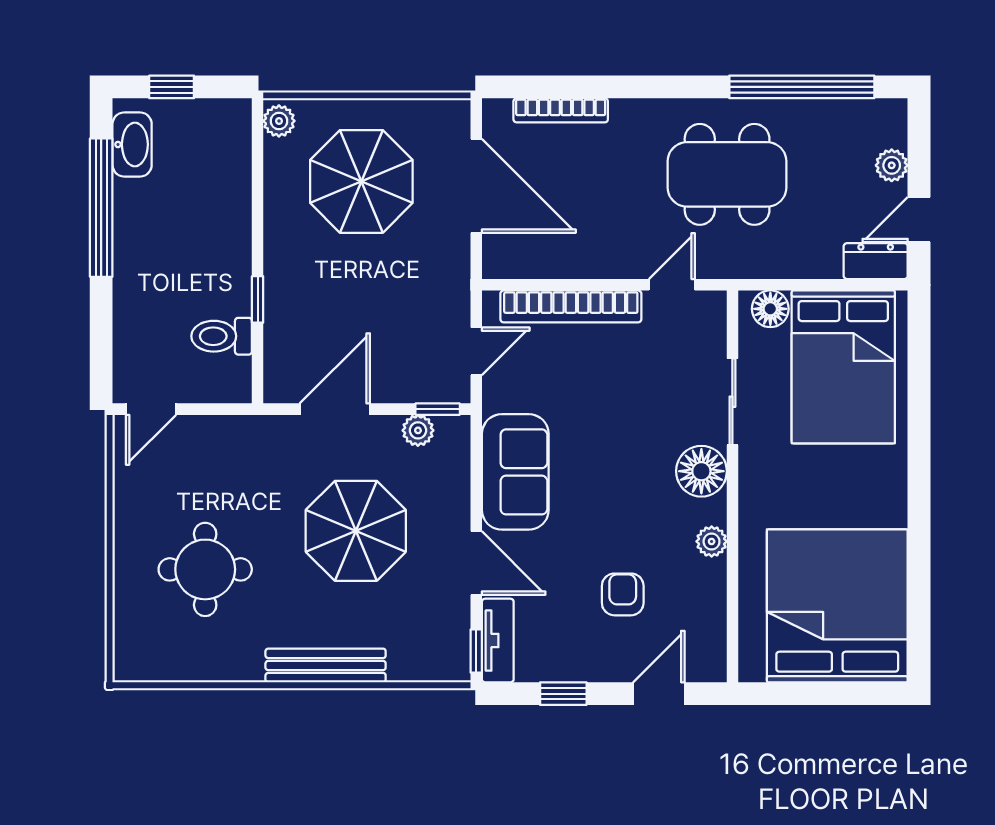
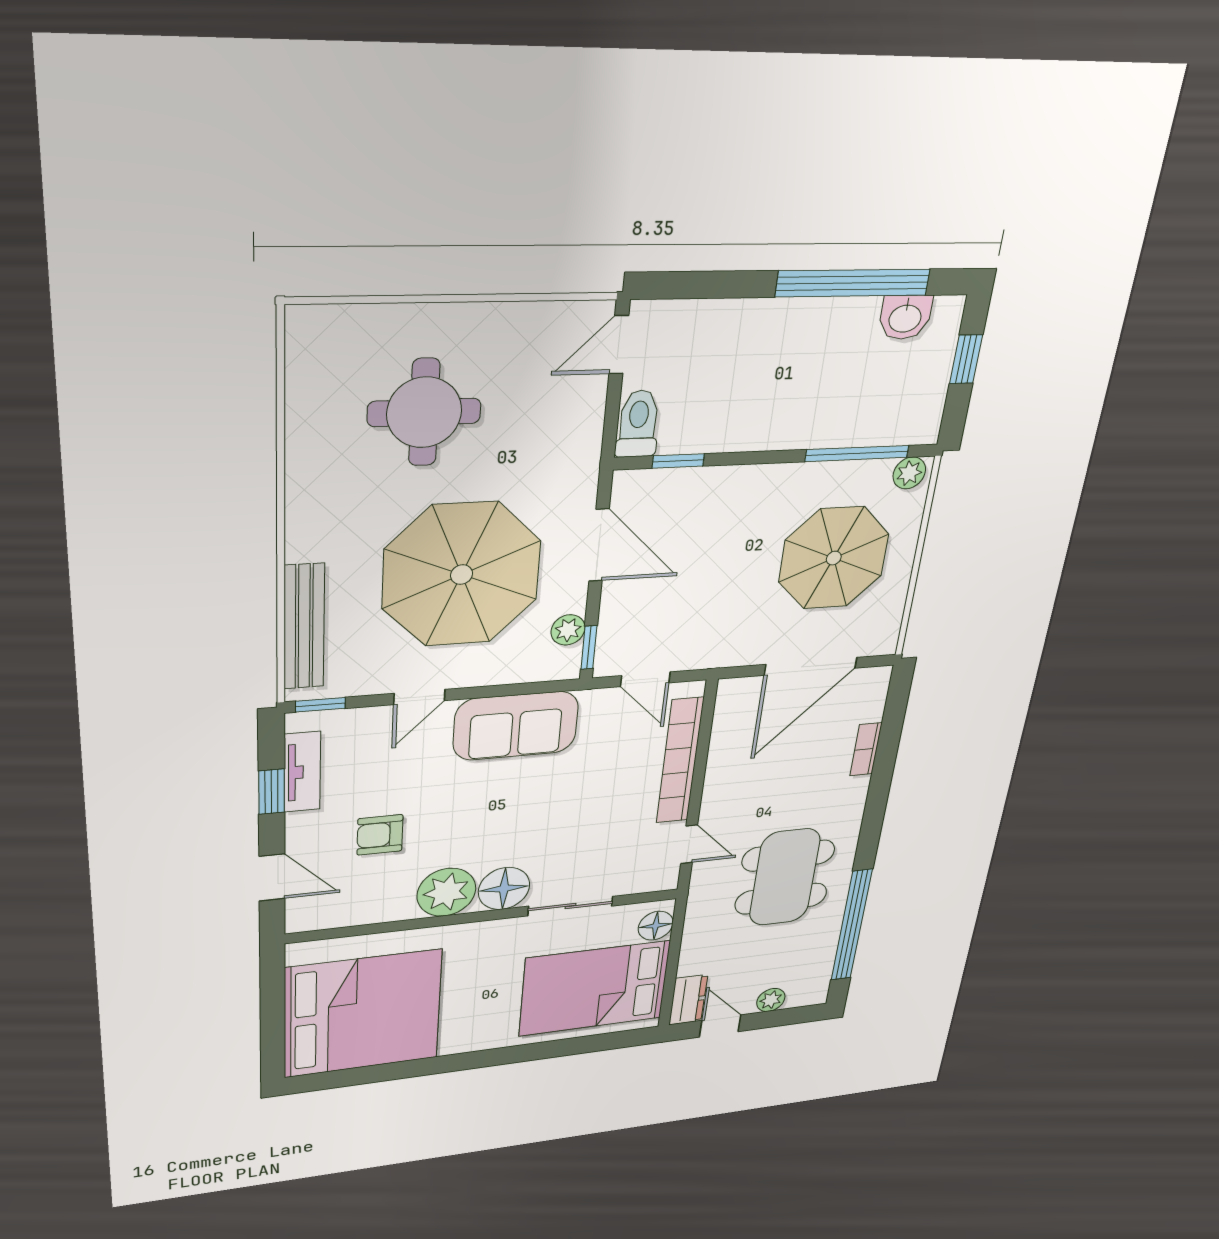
bookcase: (561, 110) -> (866, 749), width x0.64
washbasin: (132, 144) -> (905, 317), width x0.72
window: (258, 176) -> (857, 453), added
window: (258, 299) -> (678, 461), moved
toilet: (222, 336) -> (638, 424), moved
door: (151, 409) -> (619, 345), hinge flipped
parasol: (356, 531) -> (462, 575), width x1.36, depth x1.36
plant: (712, 541) -> (446, 892), width x1.88, depth x1.88
door: (476, 563) -> (419, 697), width x0.73
armchair: (623, 594) -> (380, 835), turned 180
tv unit: (498, 641) -> (302, 772), moved, turned -90
bench: (326, 666) -> (304, 627), moved

